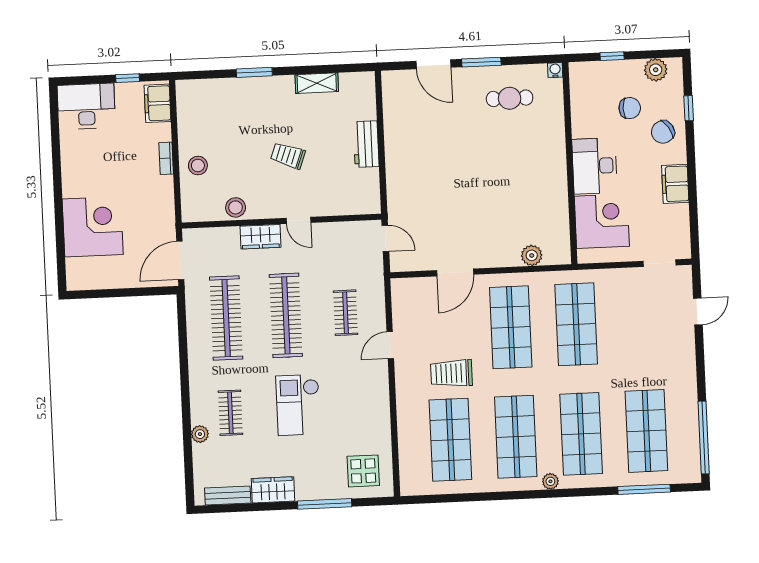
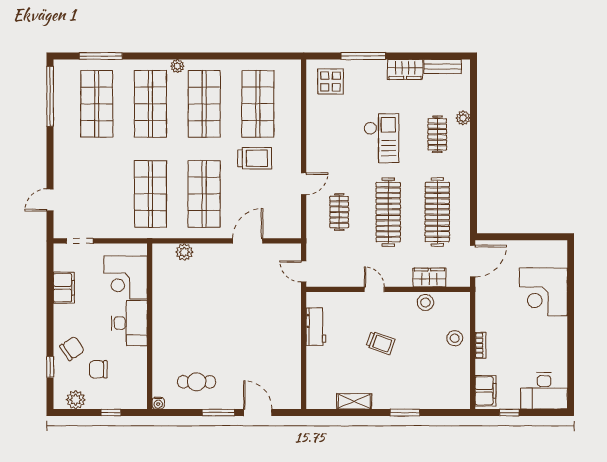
workbench: (366, 144) -> (316, 327), moved
filing cabinet: (675, 184) -> (64, 288), moved
wardrobe: (260, 237) -> (429, 278), moved

